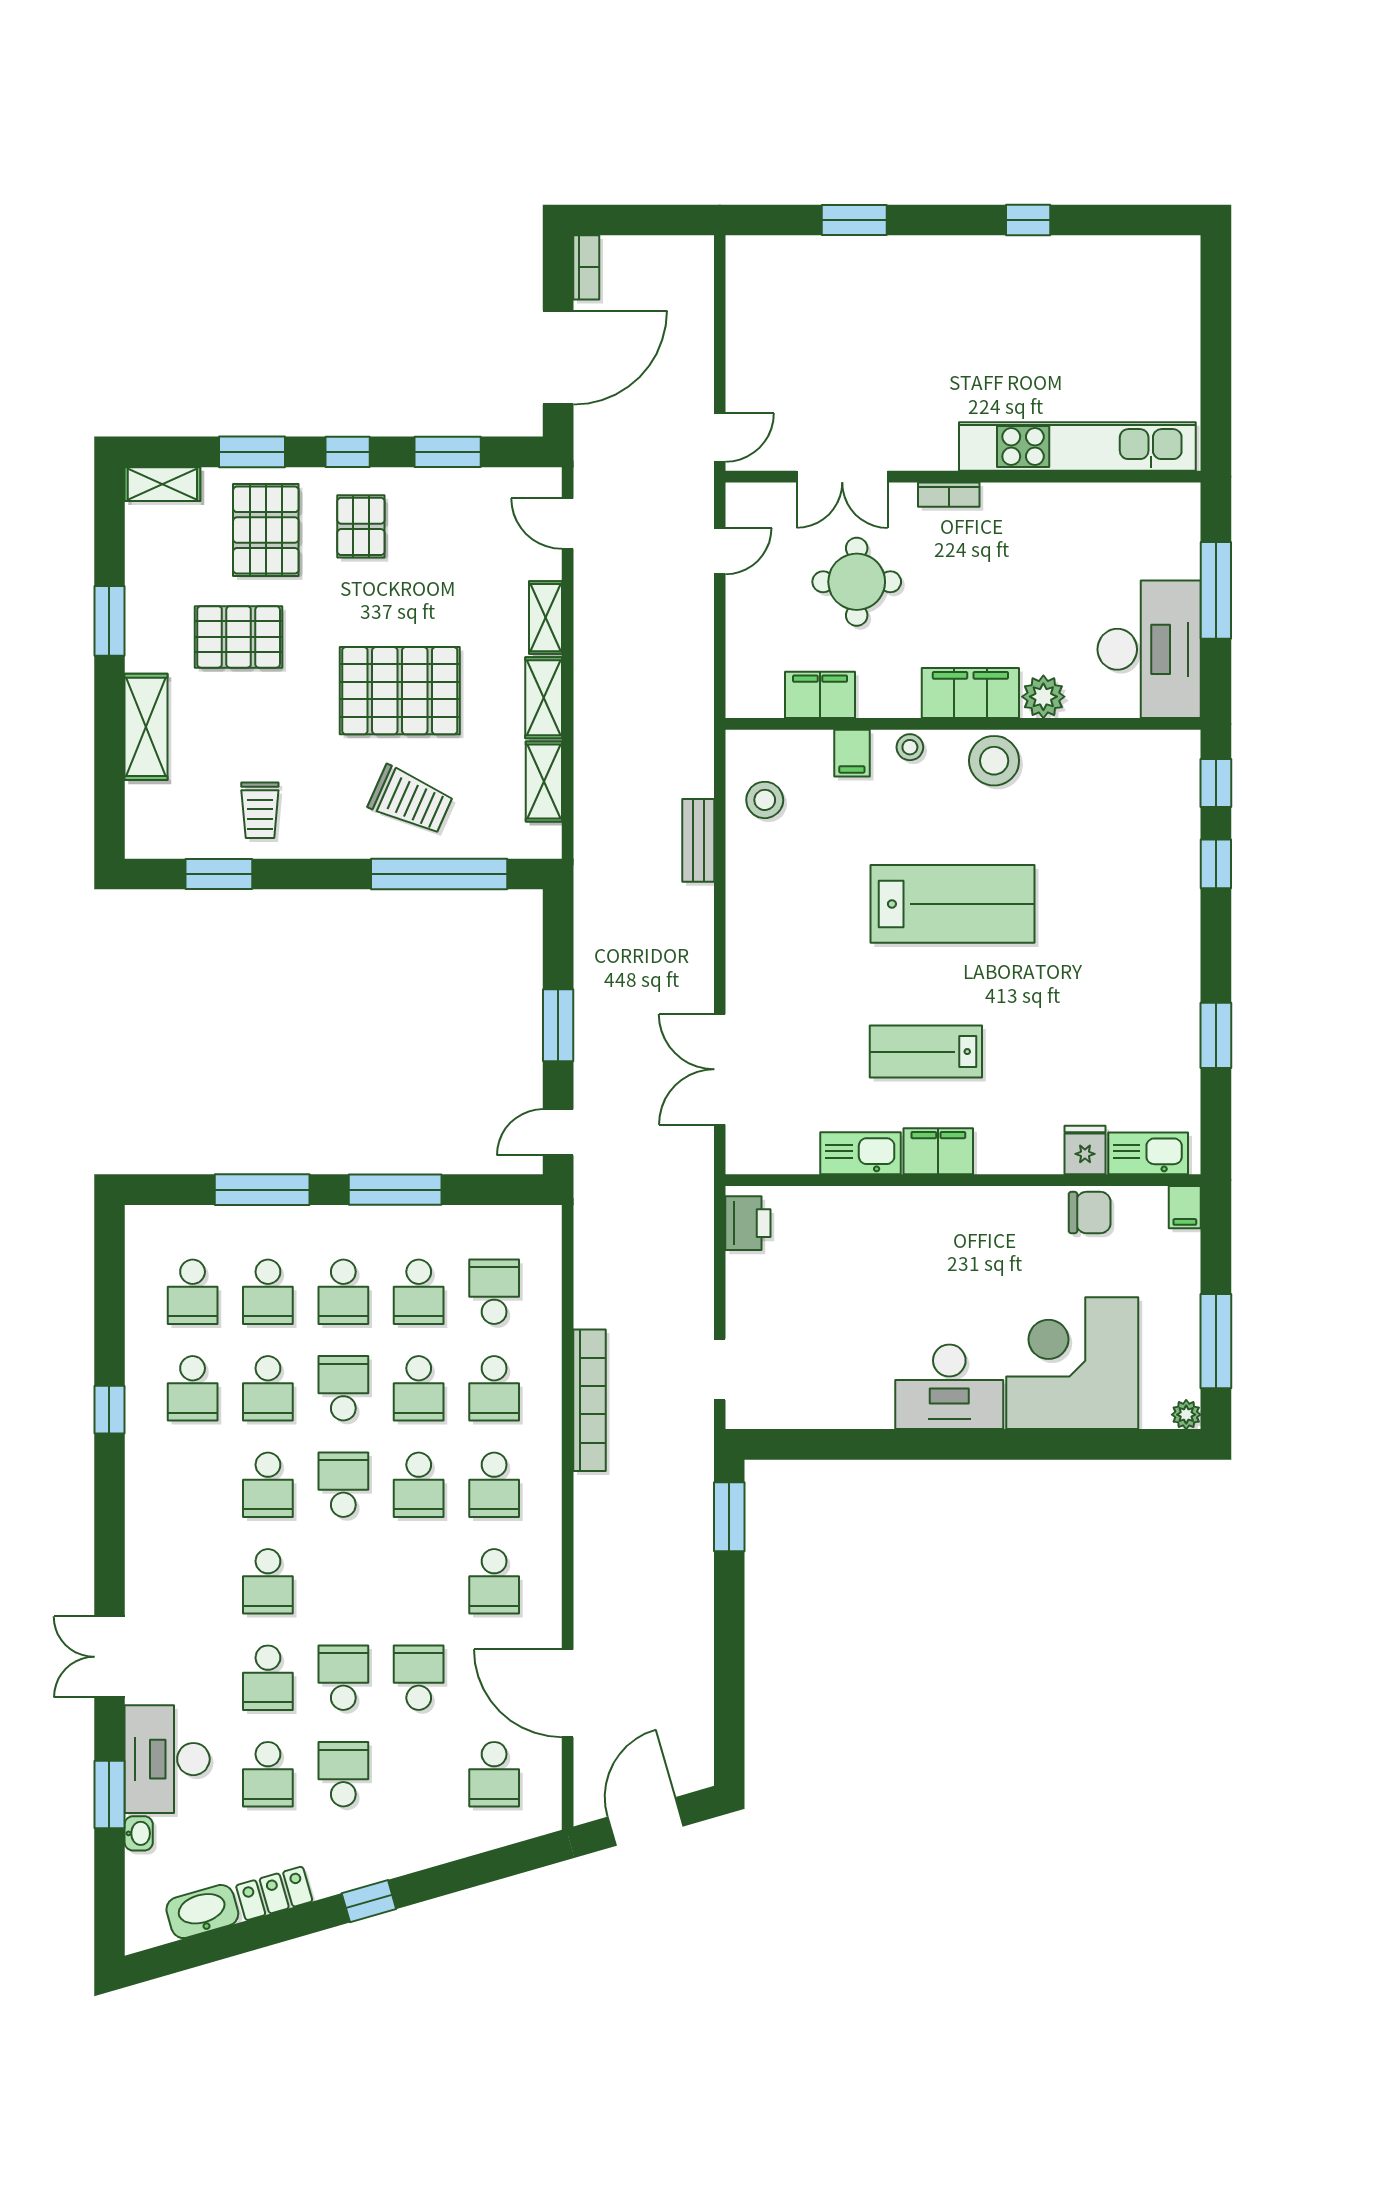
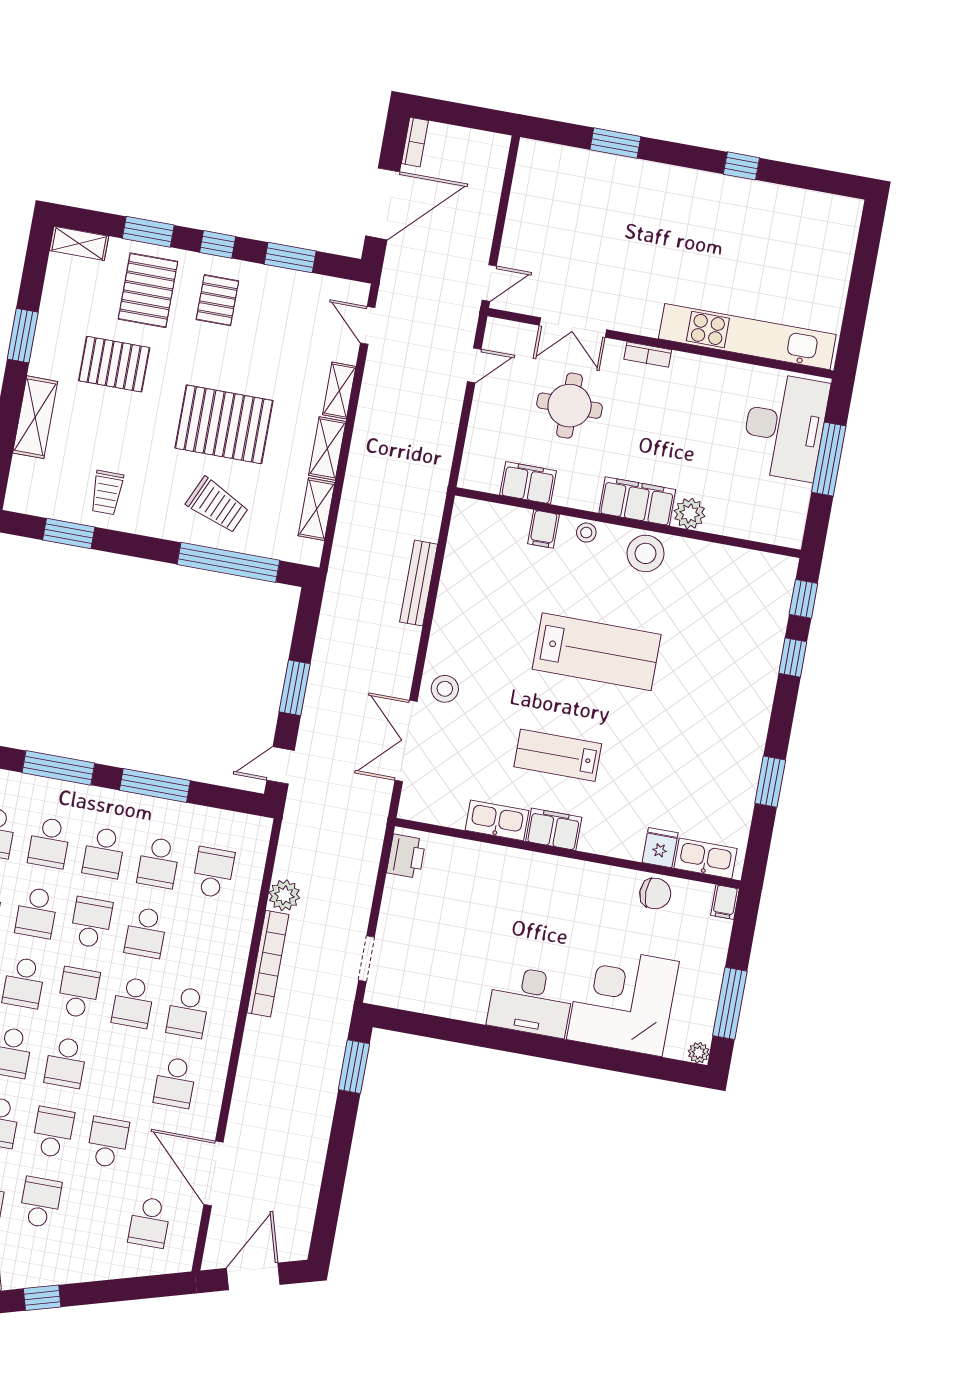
desk: (1149, 649) -> (785, 427), moved
stool: (765, 800) -> (445, 689), moved
bench: (698, 840) -> (419, 583), width x1.36
plant: (595, 1305) -> (284, 895), added
school desk: (494, 1388) -> (66, 1062), moved

